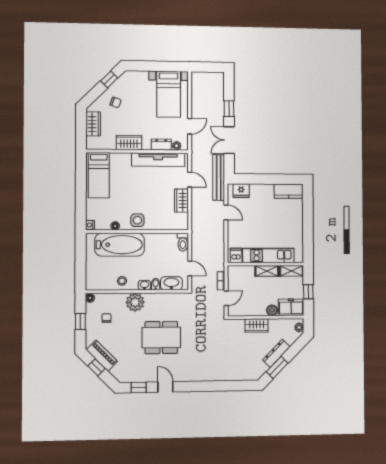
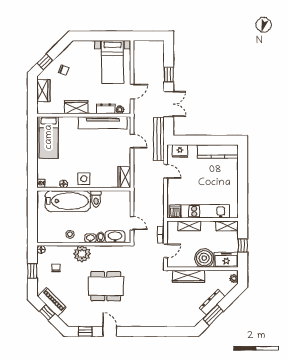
window: (109, 79) -> (45, 62), moved
double door: (229, 140) -> (169, 104), swing flipped
kitchen counter: (289, 191) -> (218, 151), width x1.50
wardrobe: (181, 201) -> (124, 177), moved
toilet: (183, 242) -> (96, 199), moved
shelving: (267, 271) -> (189, 226), moved
boiler: (272, 310) -> (204, 258), width x1.86, depth x1.86
wardrobe: (256, 326) -> (188, 276), width x1.50

